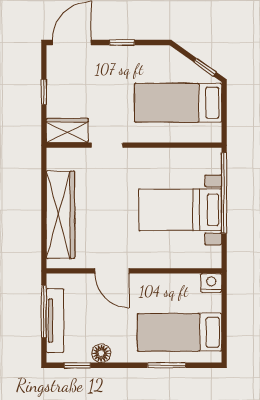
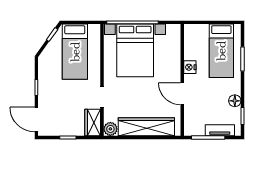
plant: (57, 159) -> (110, 129), added
bed with nightstands: (180, 210) -> (135, 50), width x1.36
door: (112, 271) -> (182, 94), swing flipped
nightstand: (211, 283) -> (190, 67), moved
tv unit: (55, 321) -> (220, 130), width x0.71

